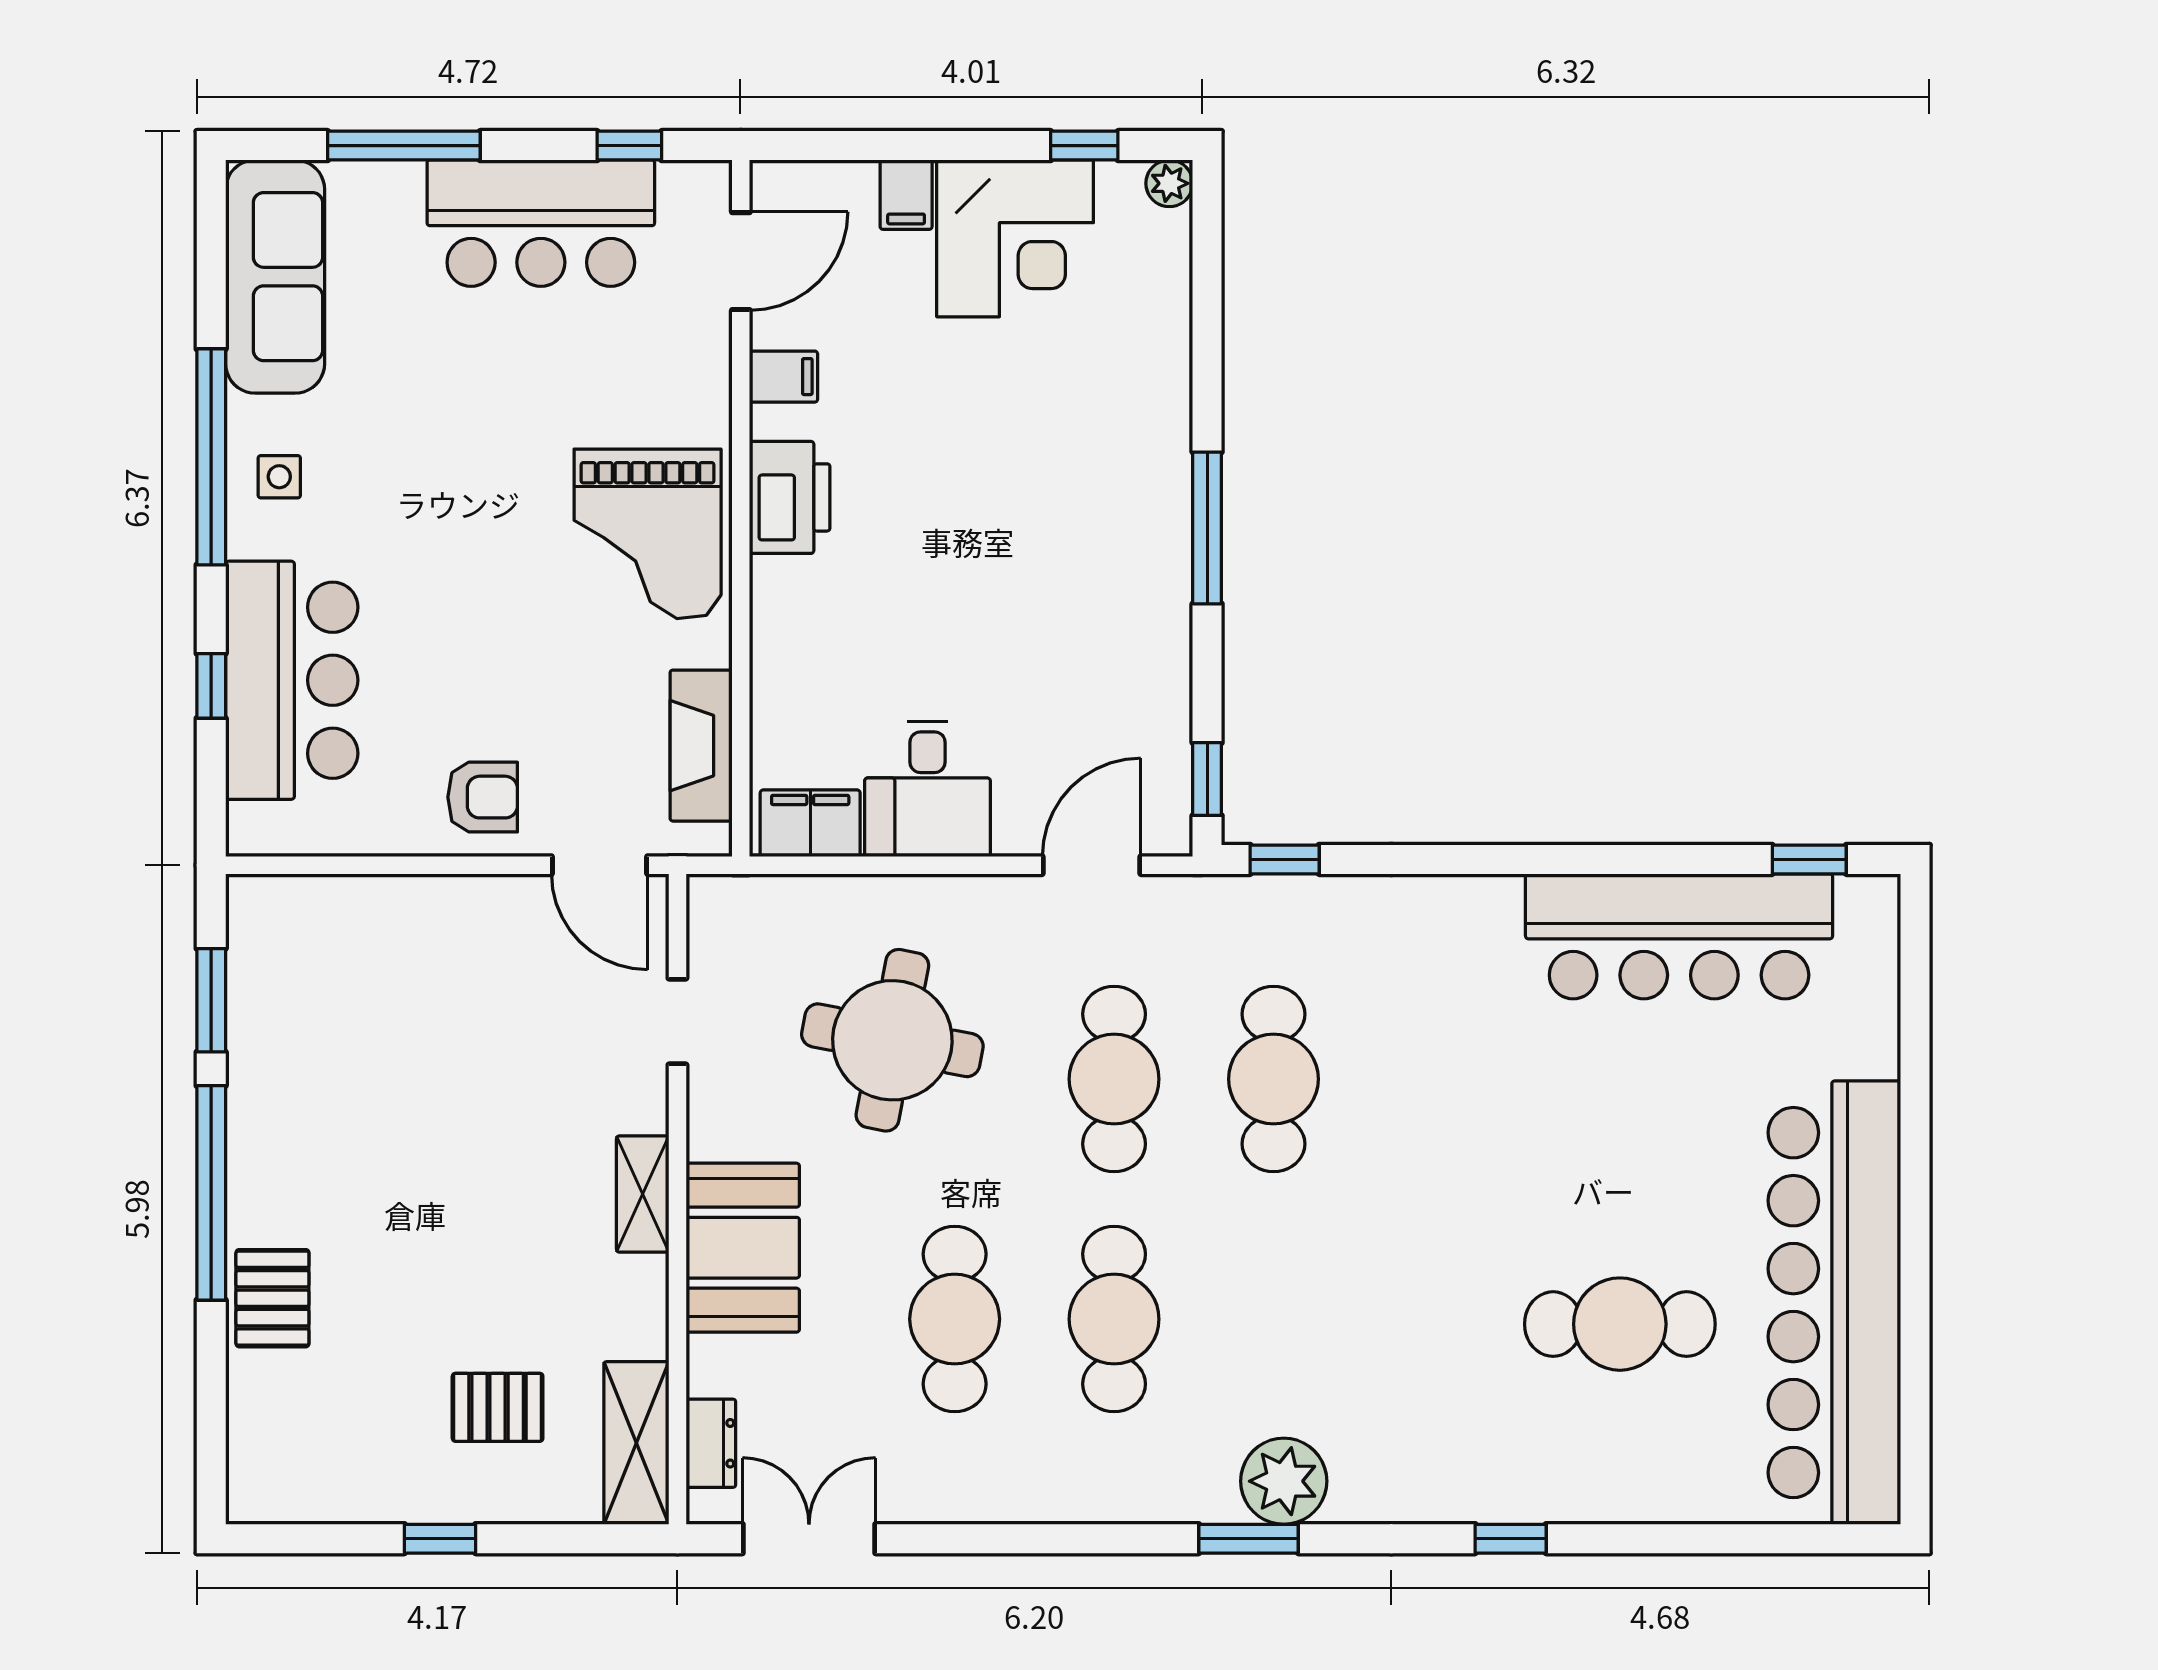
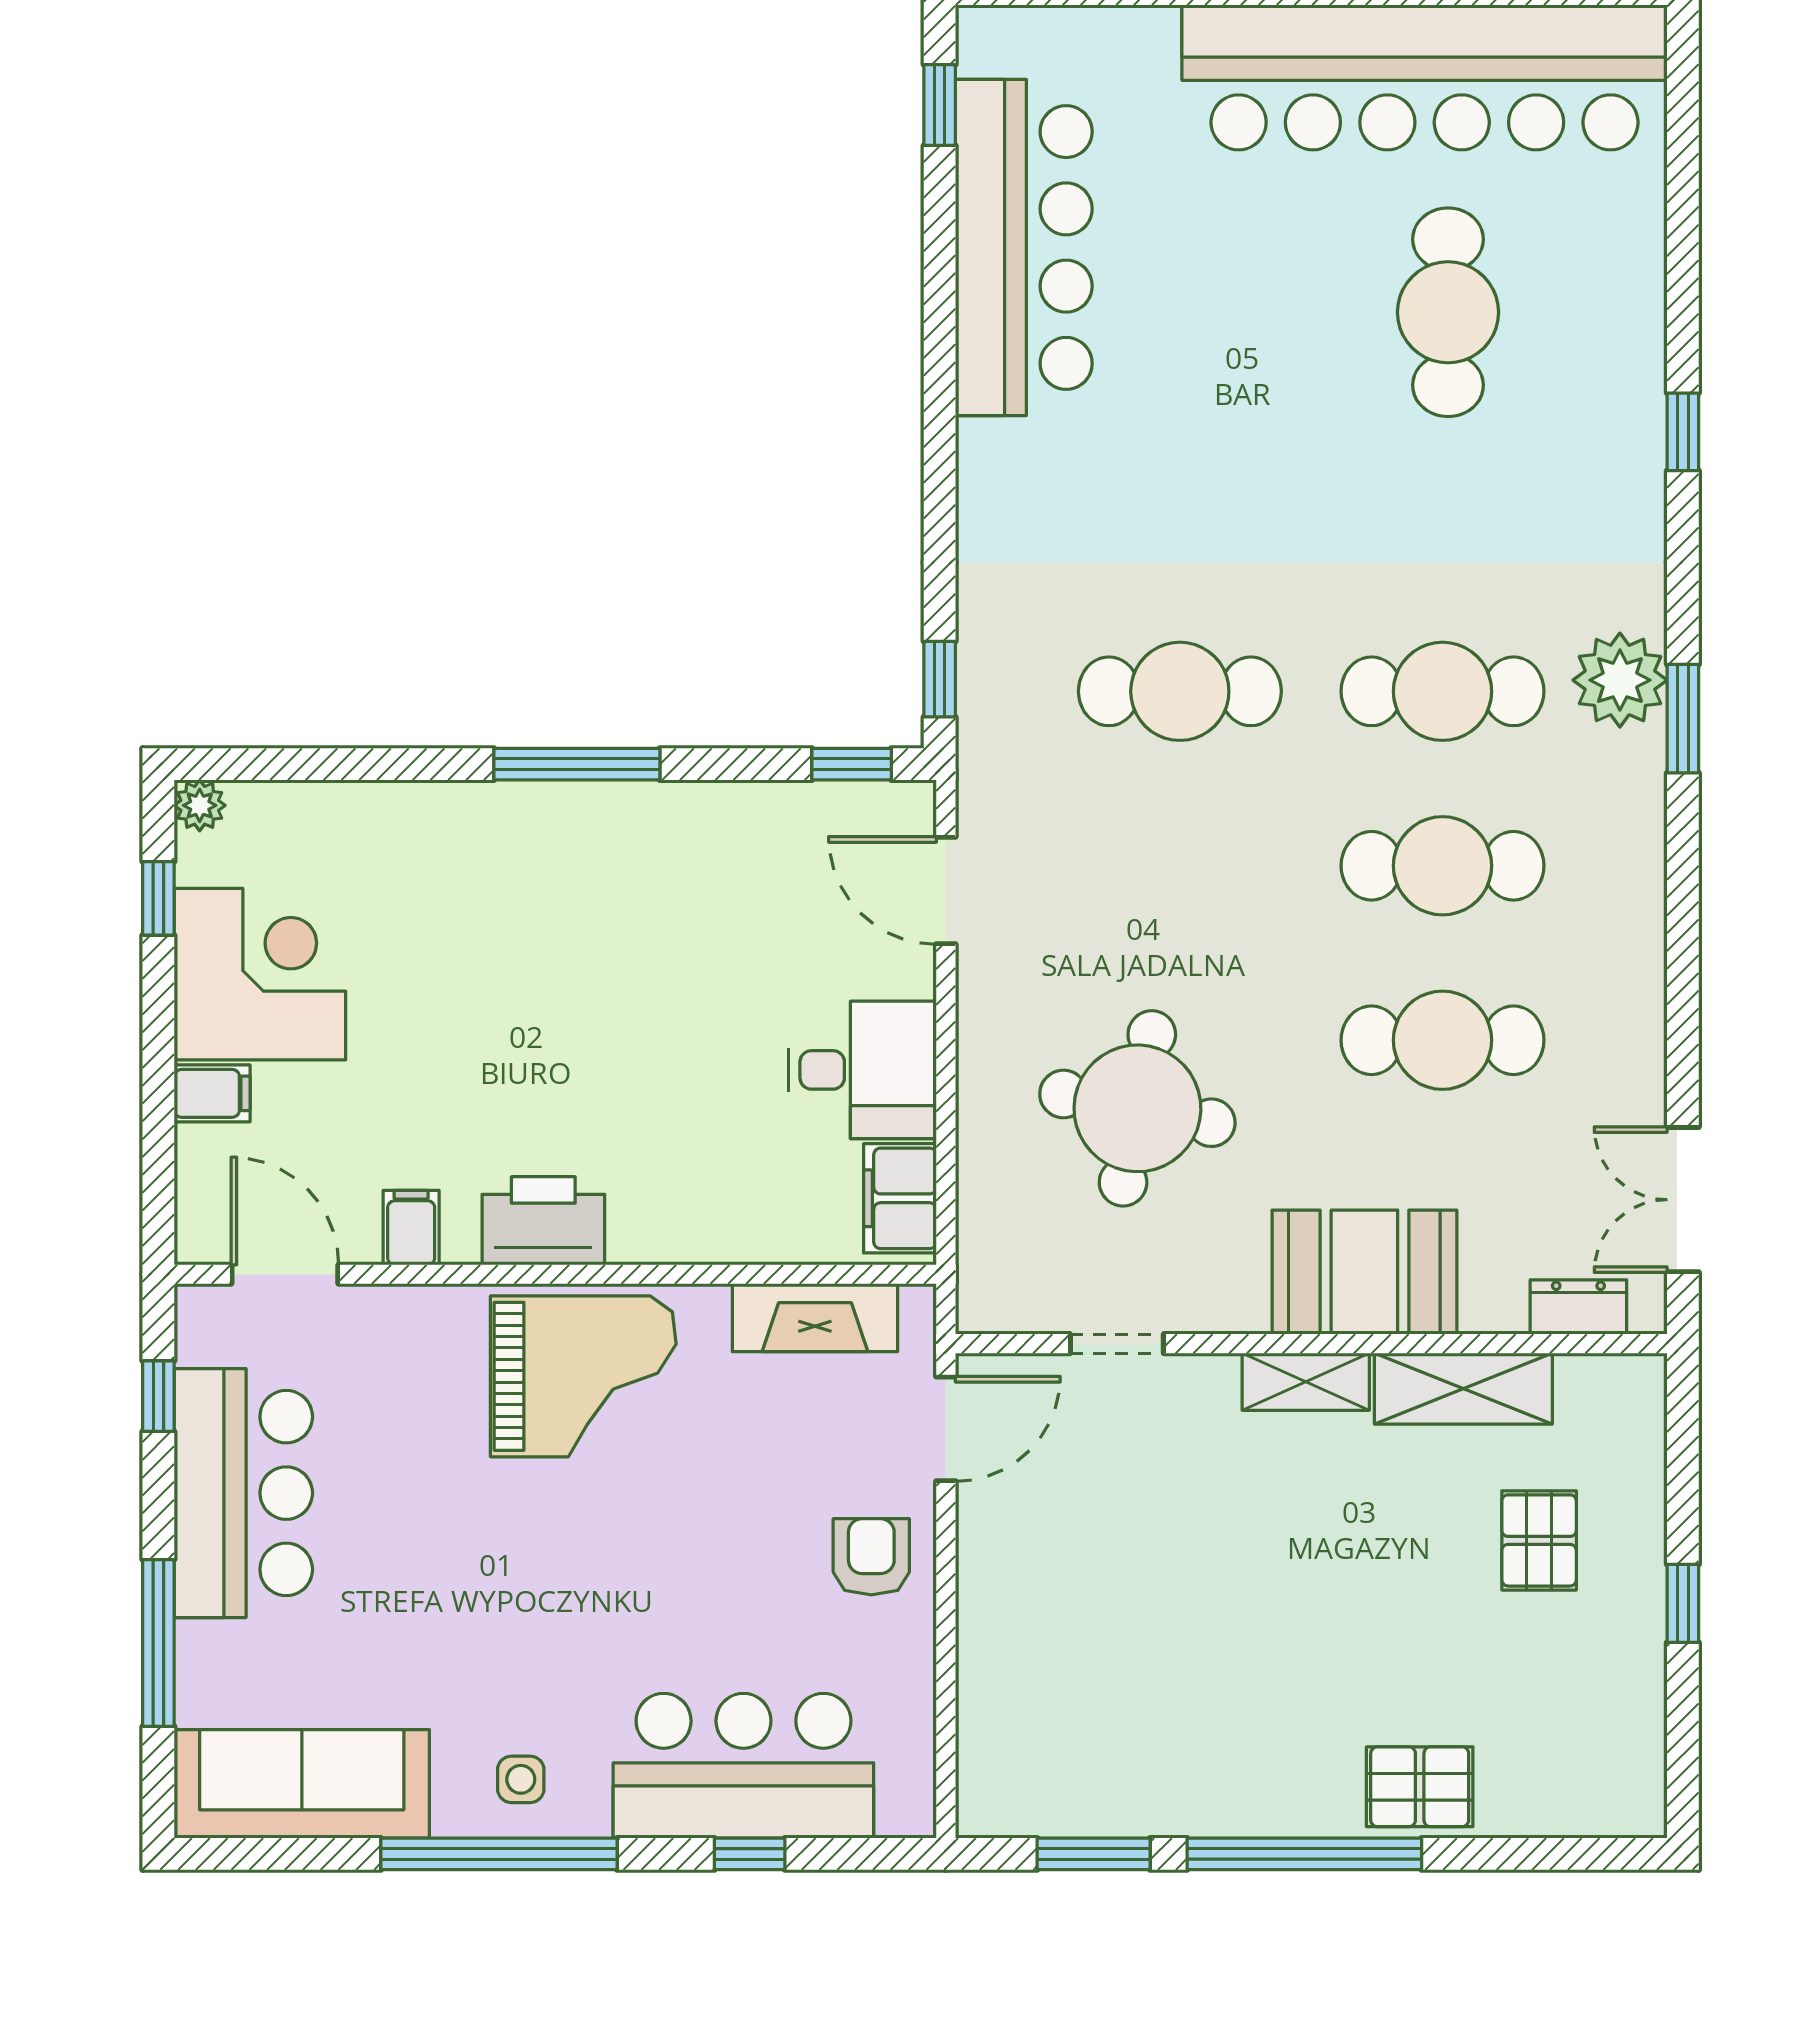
cafe table: (1114, 1079) -> (1443, 691), moved
shelving: (636, 1443) -> (1463, 1389), moved

